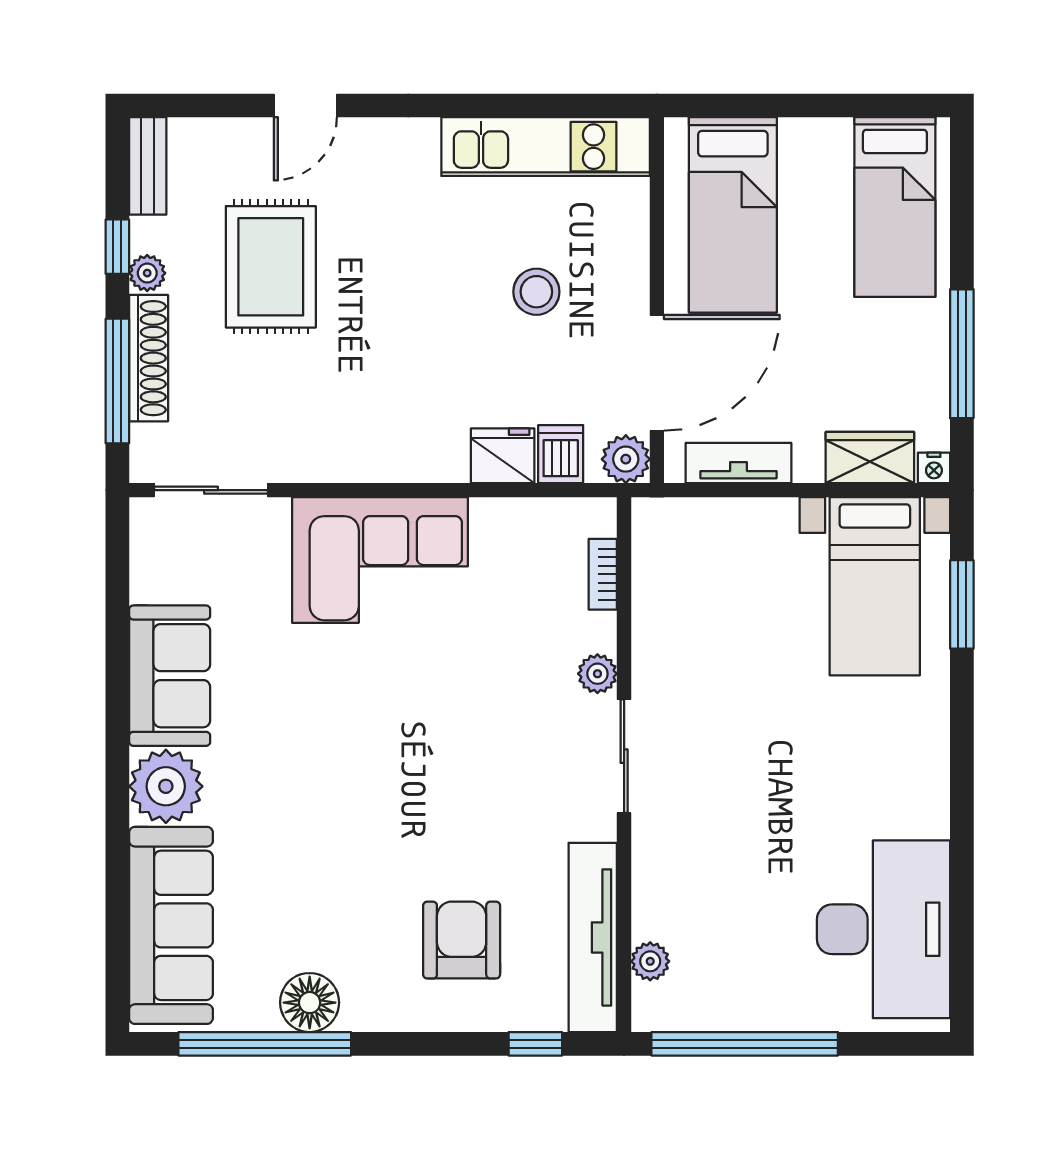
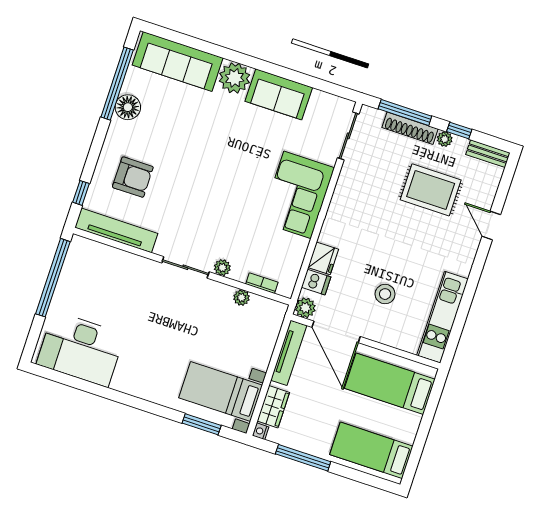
tv unit: (739, 463) -> (289, 353), width x1.41
plant: (650, 961) -> (241, 298), moved

